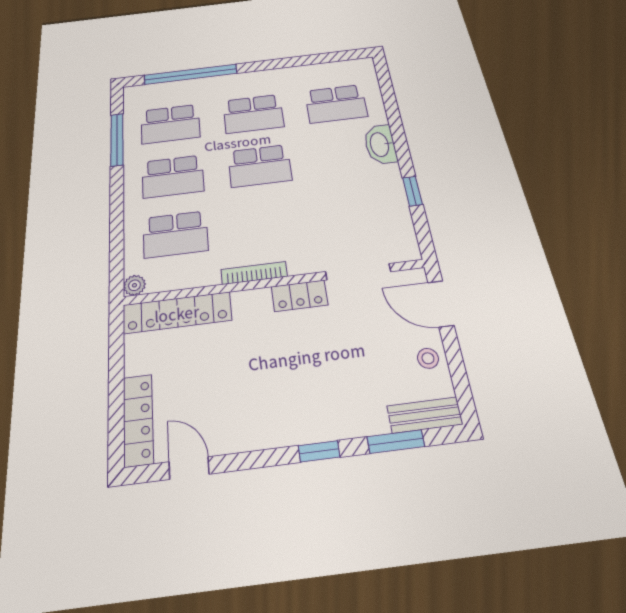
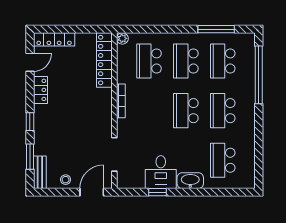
desk: (375, 190) -> (161, 172), added
locker: (300, 296) -> (40, 90), moved, turned 180

